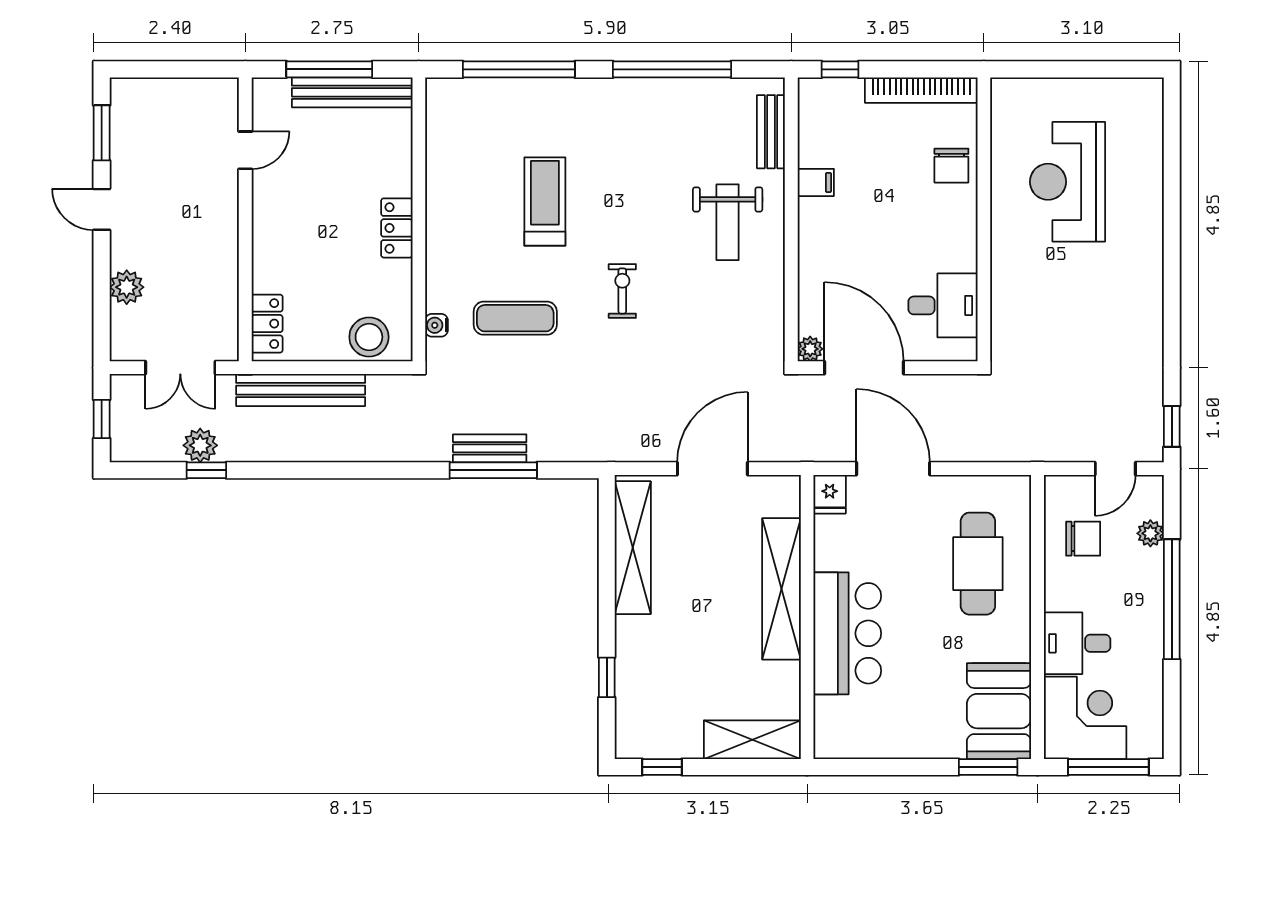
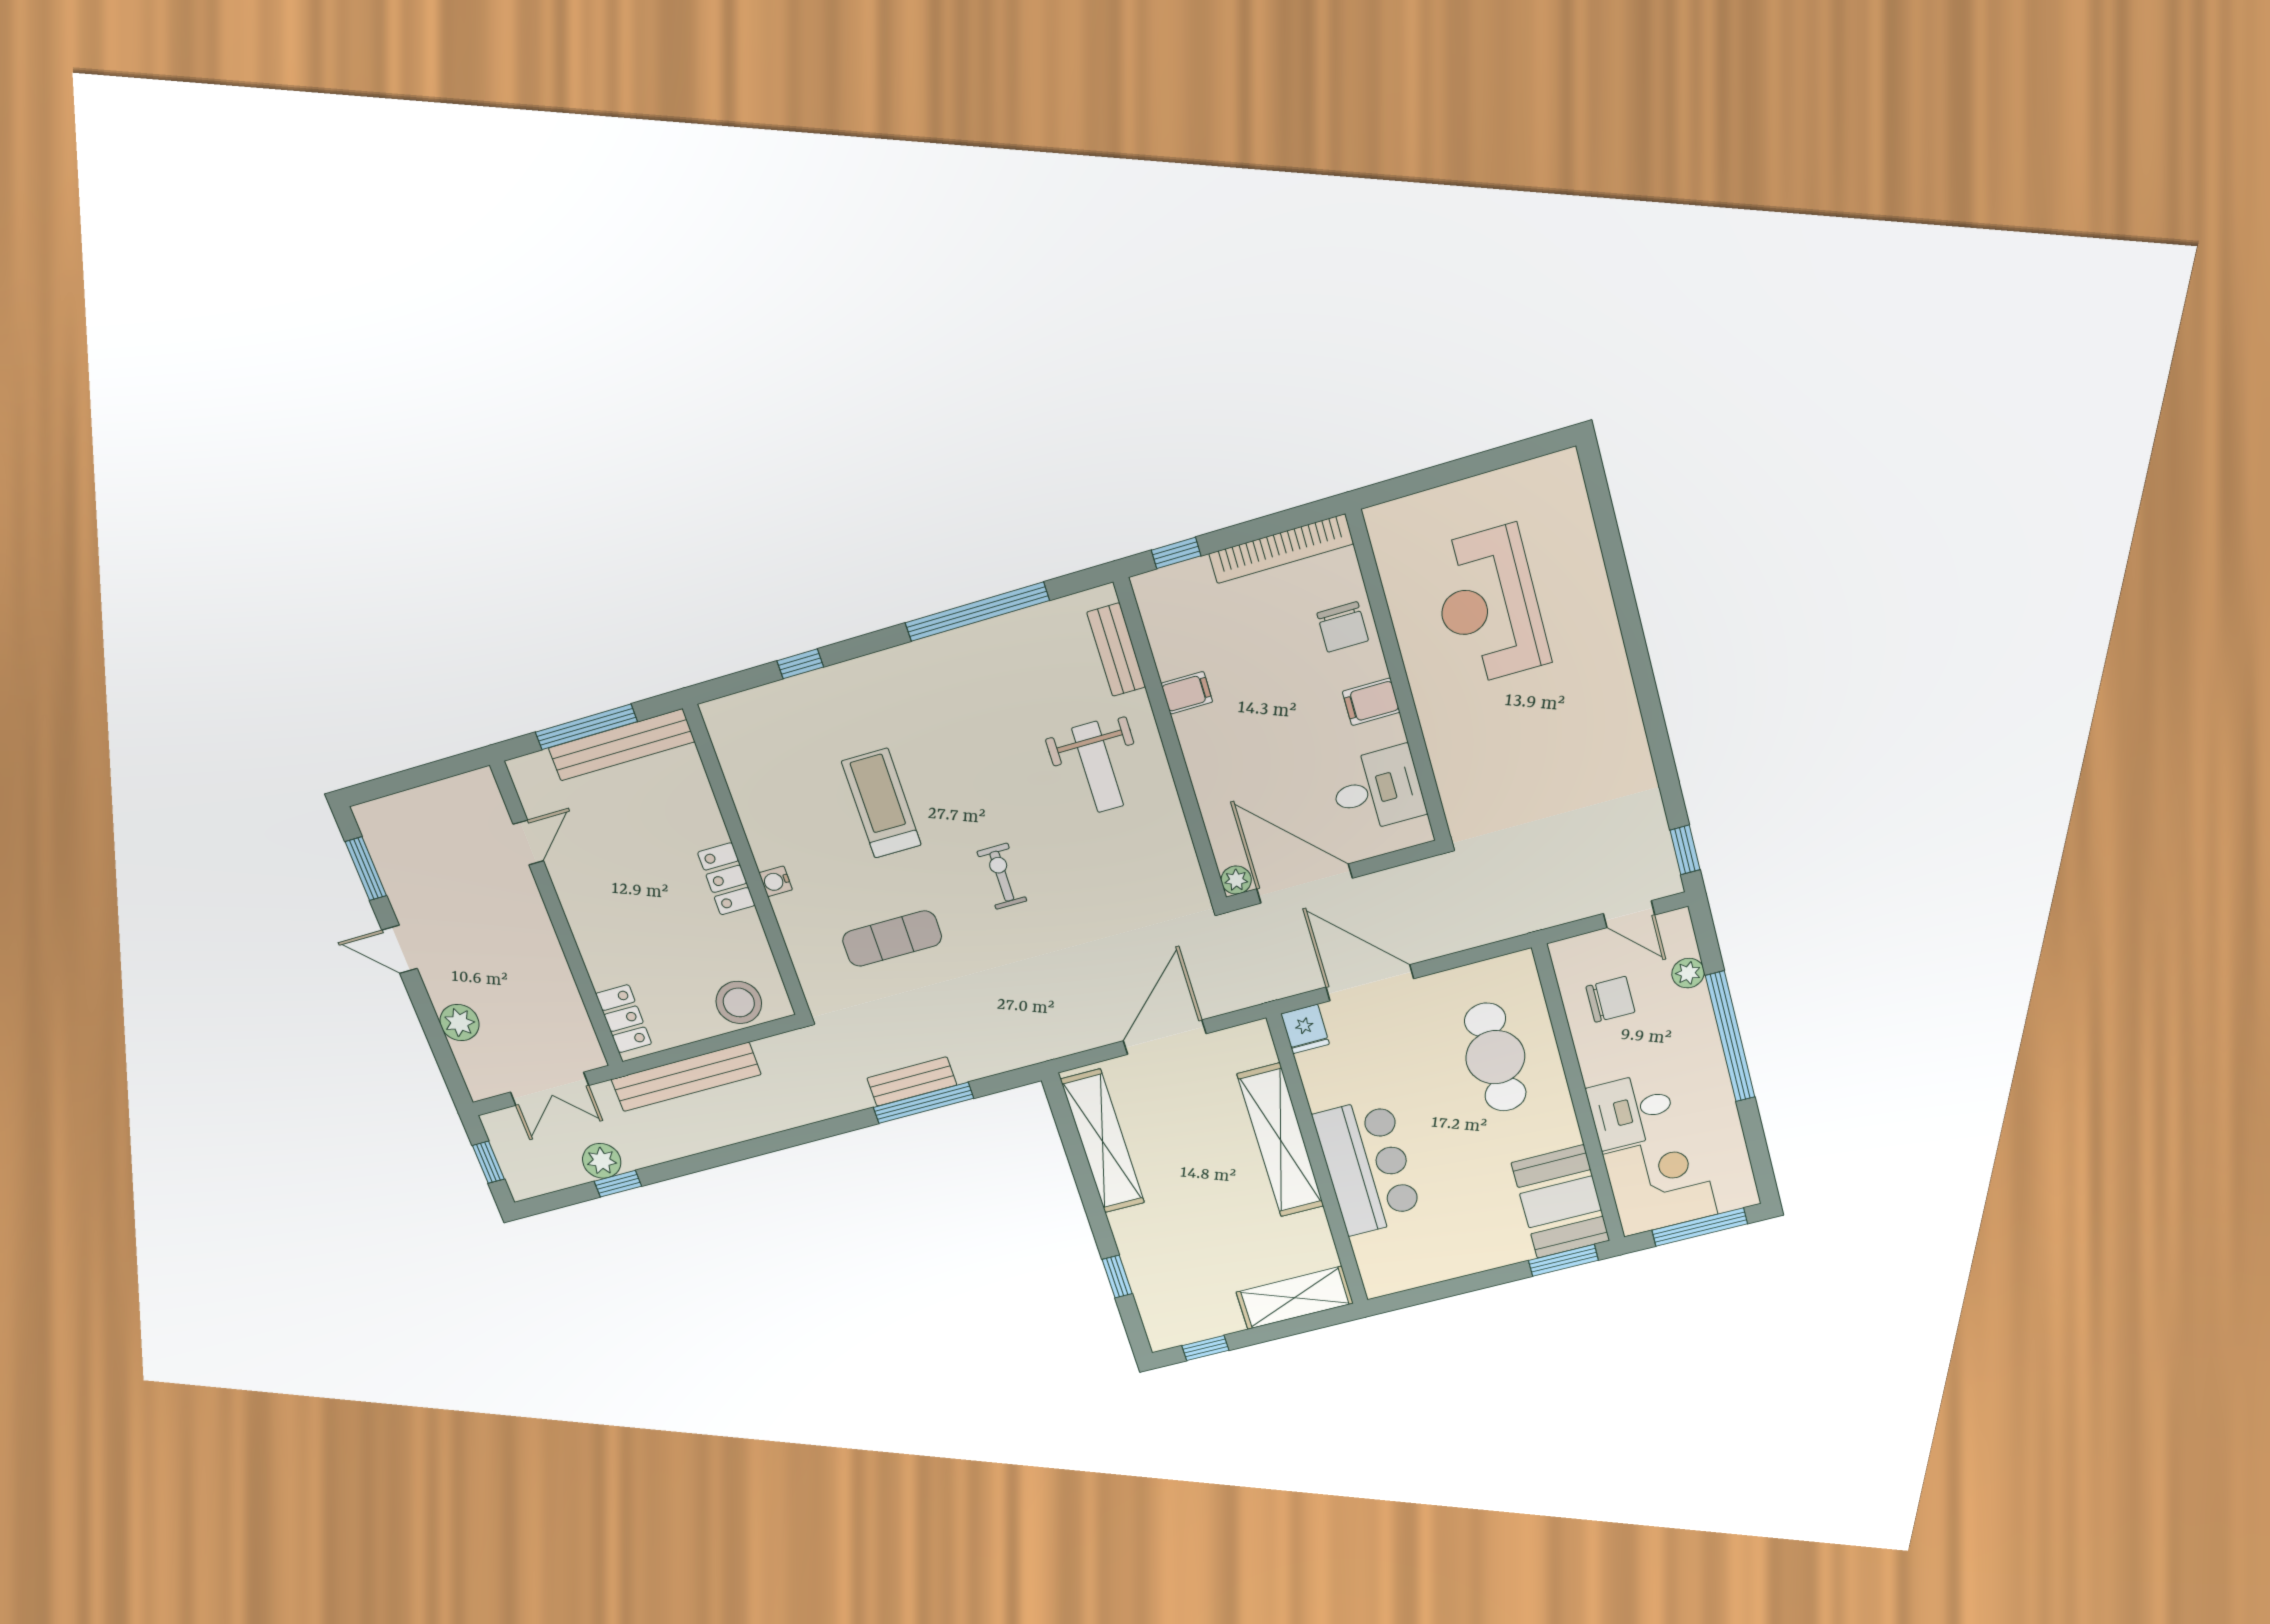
window: (519, 69) -> (800, 664), width x0.32
filing cabinet: (957, 232) -> (1371, 702), added
water cooler: (437, 325) -> (776, 881), moved
door: (1115, 469) -> (1629, 914), hinge flipped

